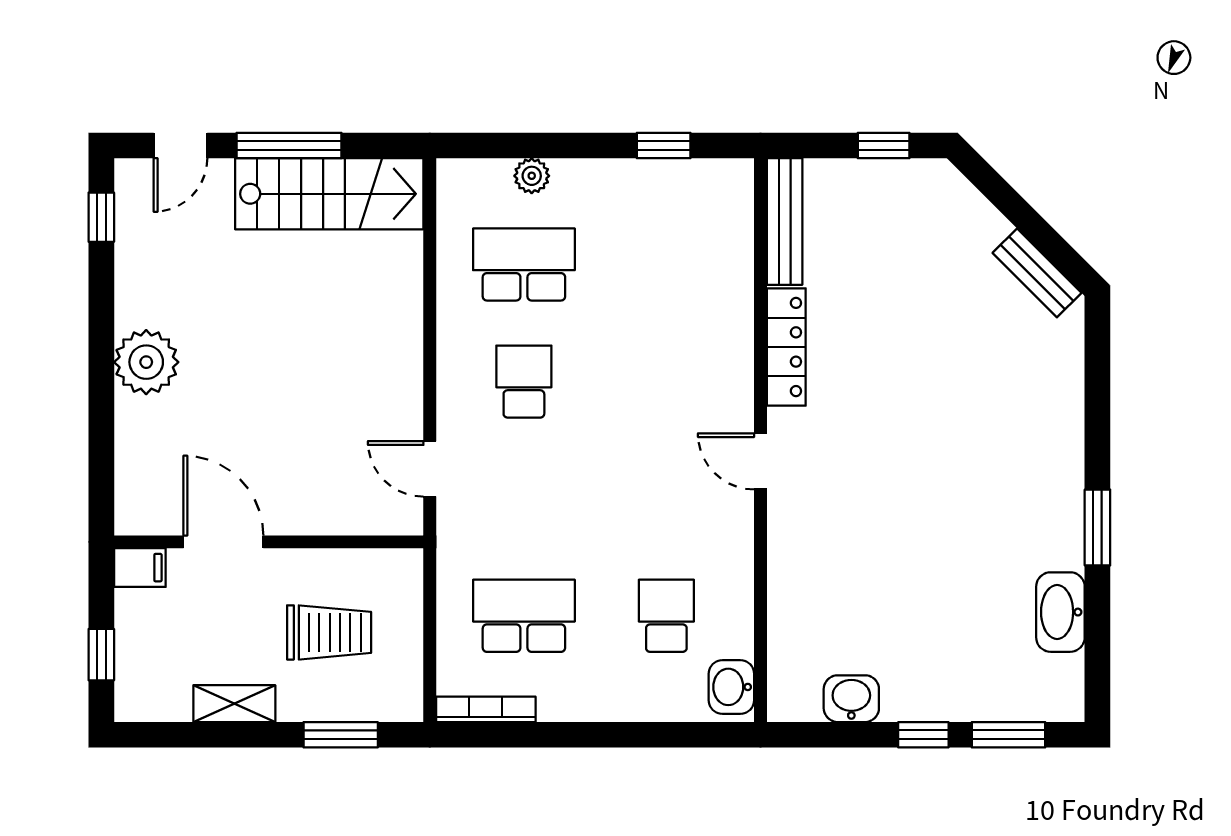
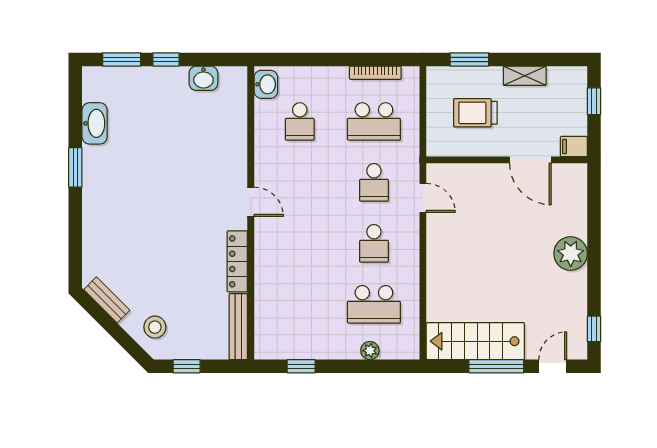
stool: (945, 221) -> (155, 327), added
school desk: (524, 499) -> (374, 182), added
bookcase: (486, 709) -> (375, 73), moved

